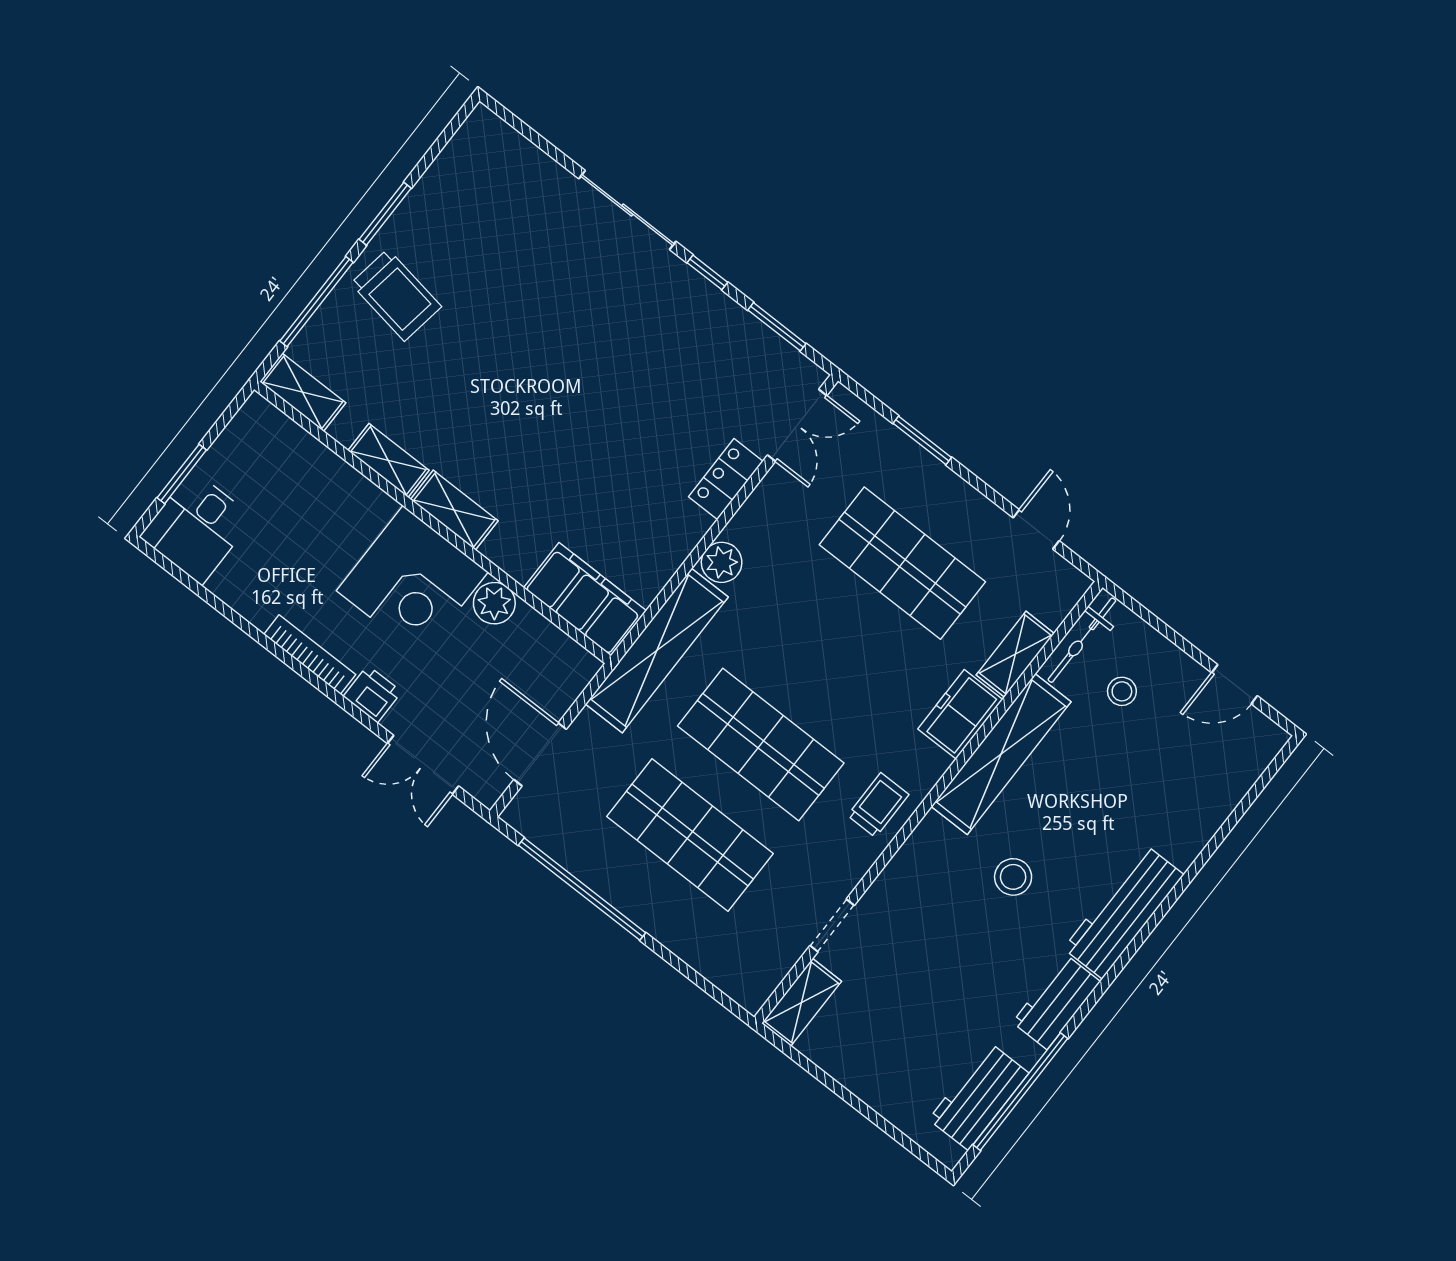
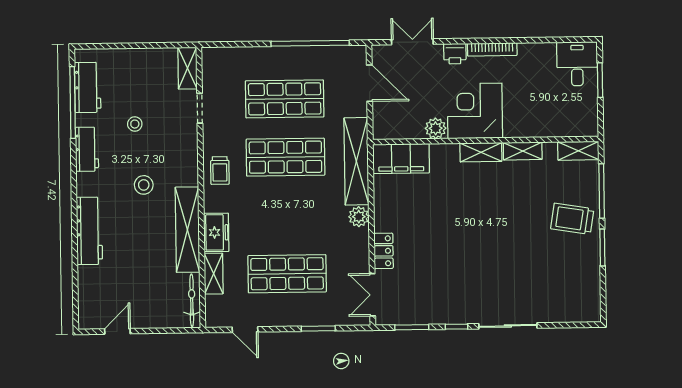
stool: (1122, 691) -> (135, 124), moved
workbench: (1124, 912) -> (89, 231), moved

